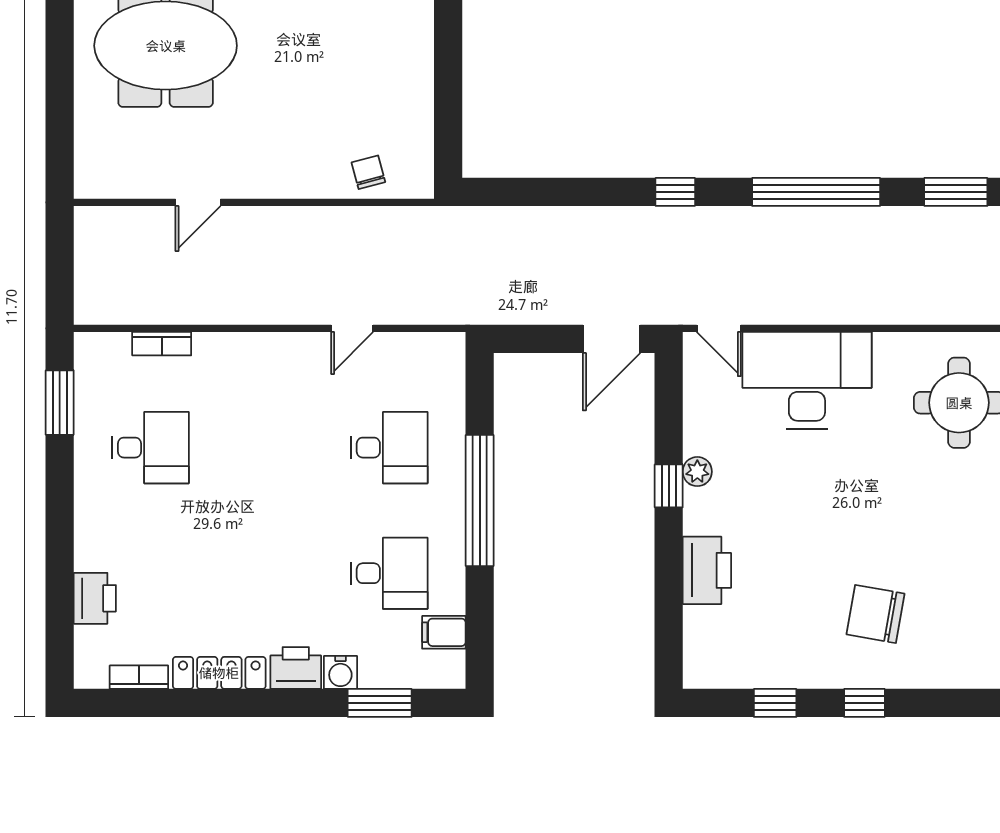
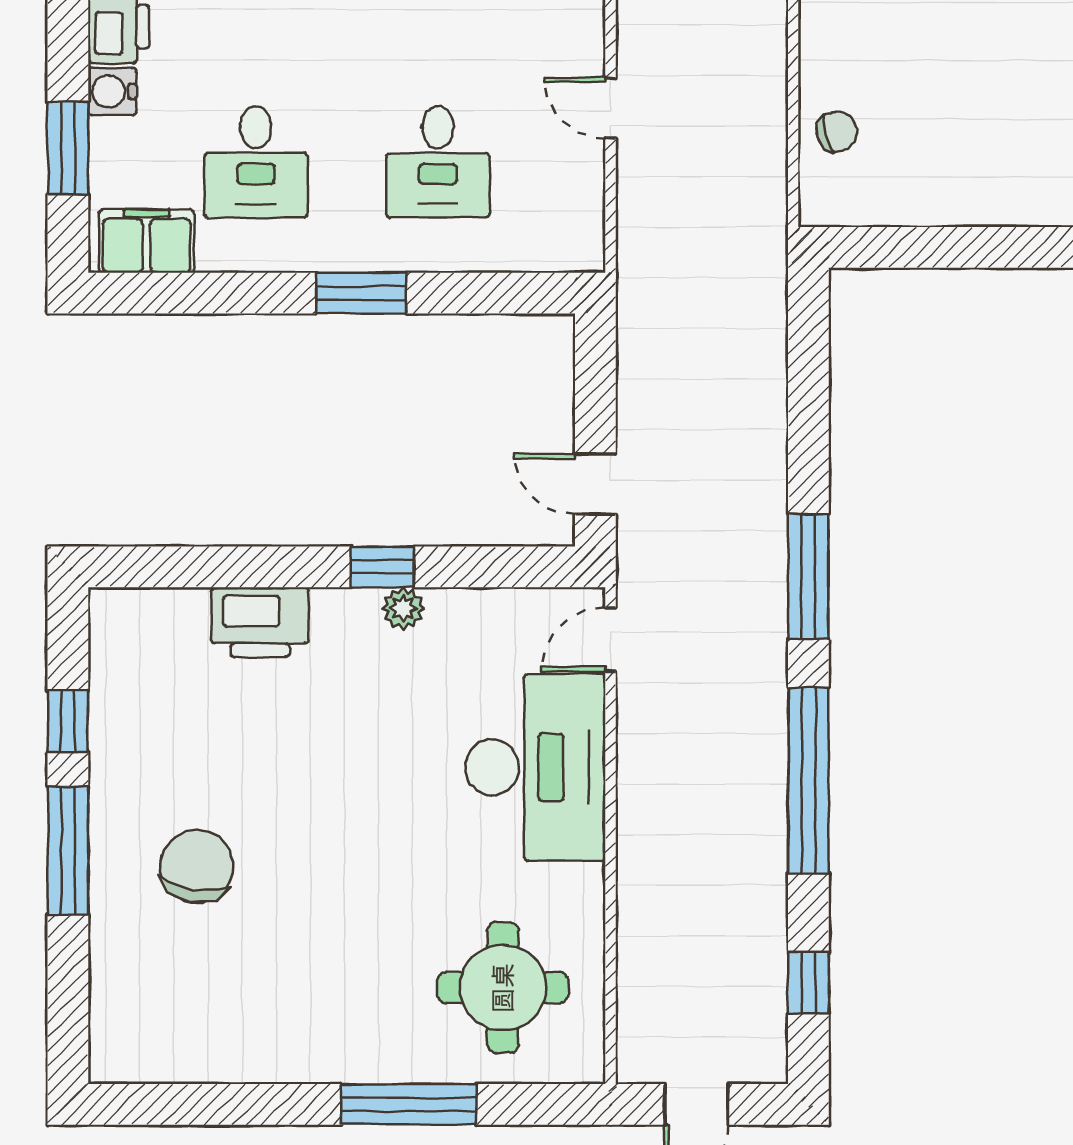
window: (675, 192) -> (808, 576), width x2.17
window: (956, 192) -> (808, 983), width x0.67
door: (612, 339) -> (595, 484), width x0.73
window: (480, 500) -> (361, 293), width x0.47
filing cabinet: (444, 632) -> (147, 241), width x2.00
window: (864, 703) -> (68, 851), width x2.17

